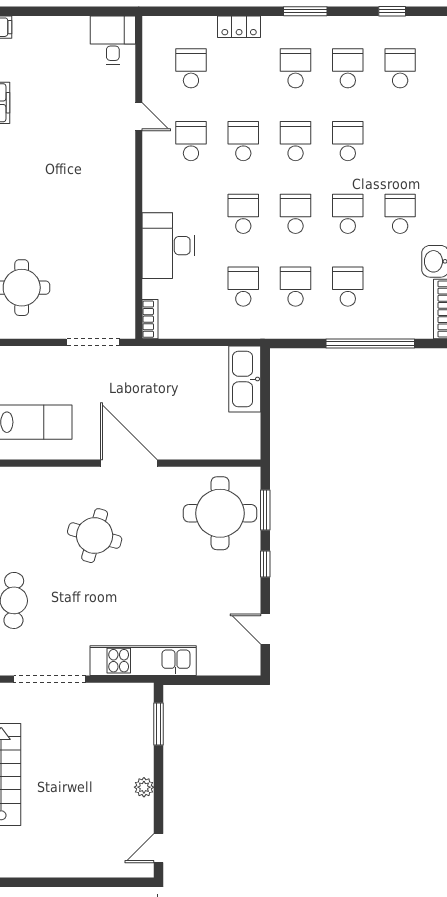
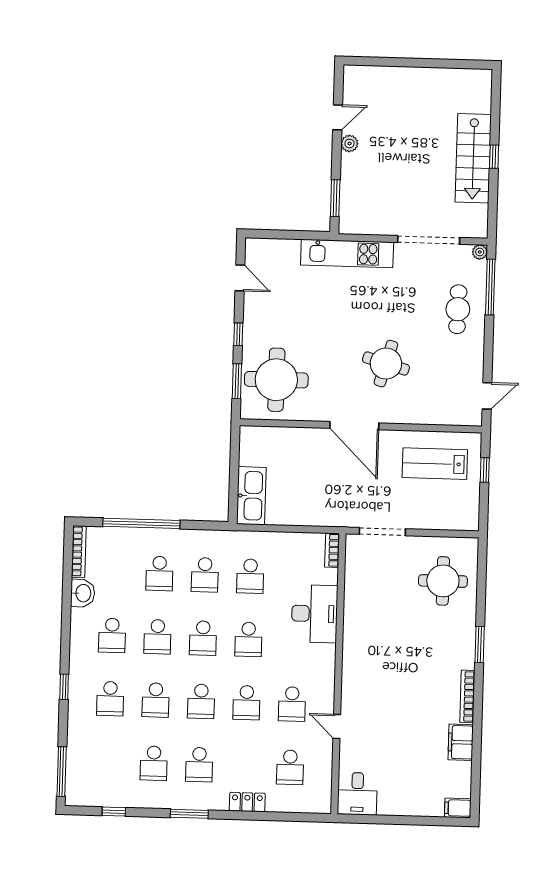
school desk: (400, 68) -> (110, 699), moved
door: (159, 848) -> (338, 117), moved

